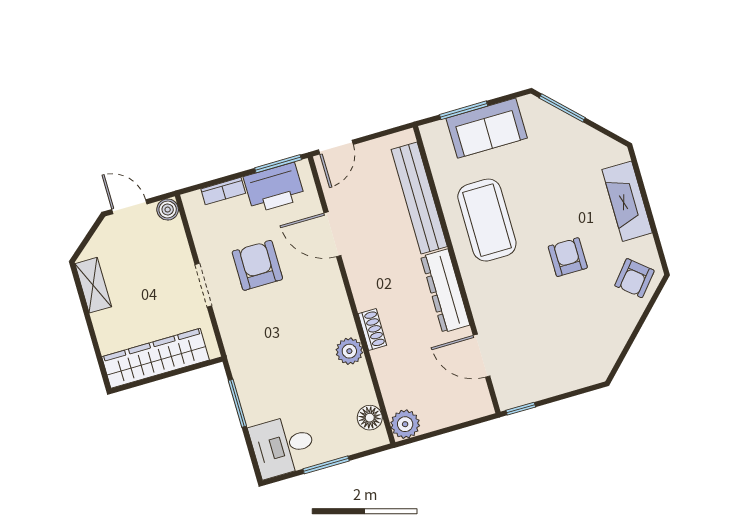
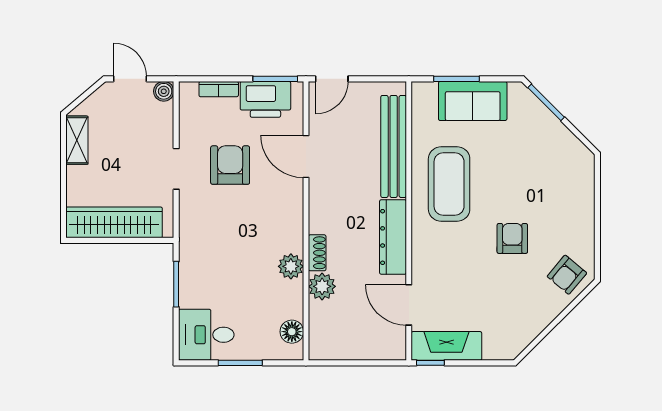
fireplace: (627, 201) -> (446, 346), moved, turned 90
plant: (405, 424) -> (322, 286), moved

